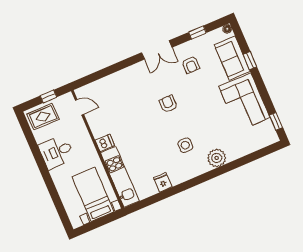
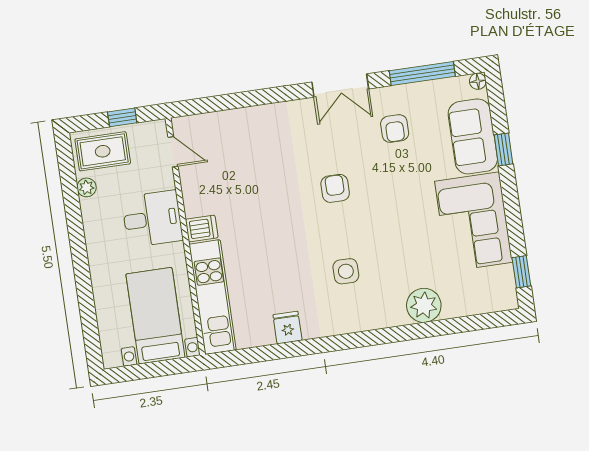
window: (198, 33) -> (422, 74), width x2.17
plant: (40, 138) -> (87, 187), added
desk: (57, 152) -> (152, 219), moved, turned 180
plant: (217, 158) -> (424, 305), moved

